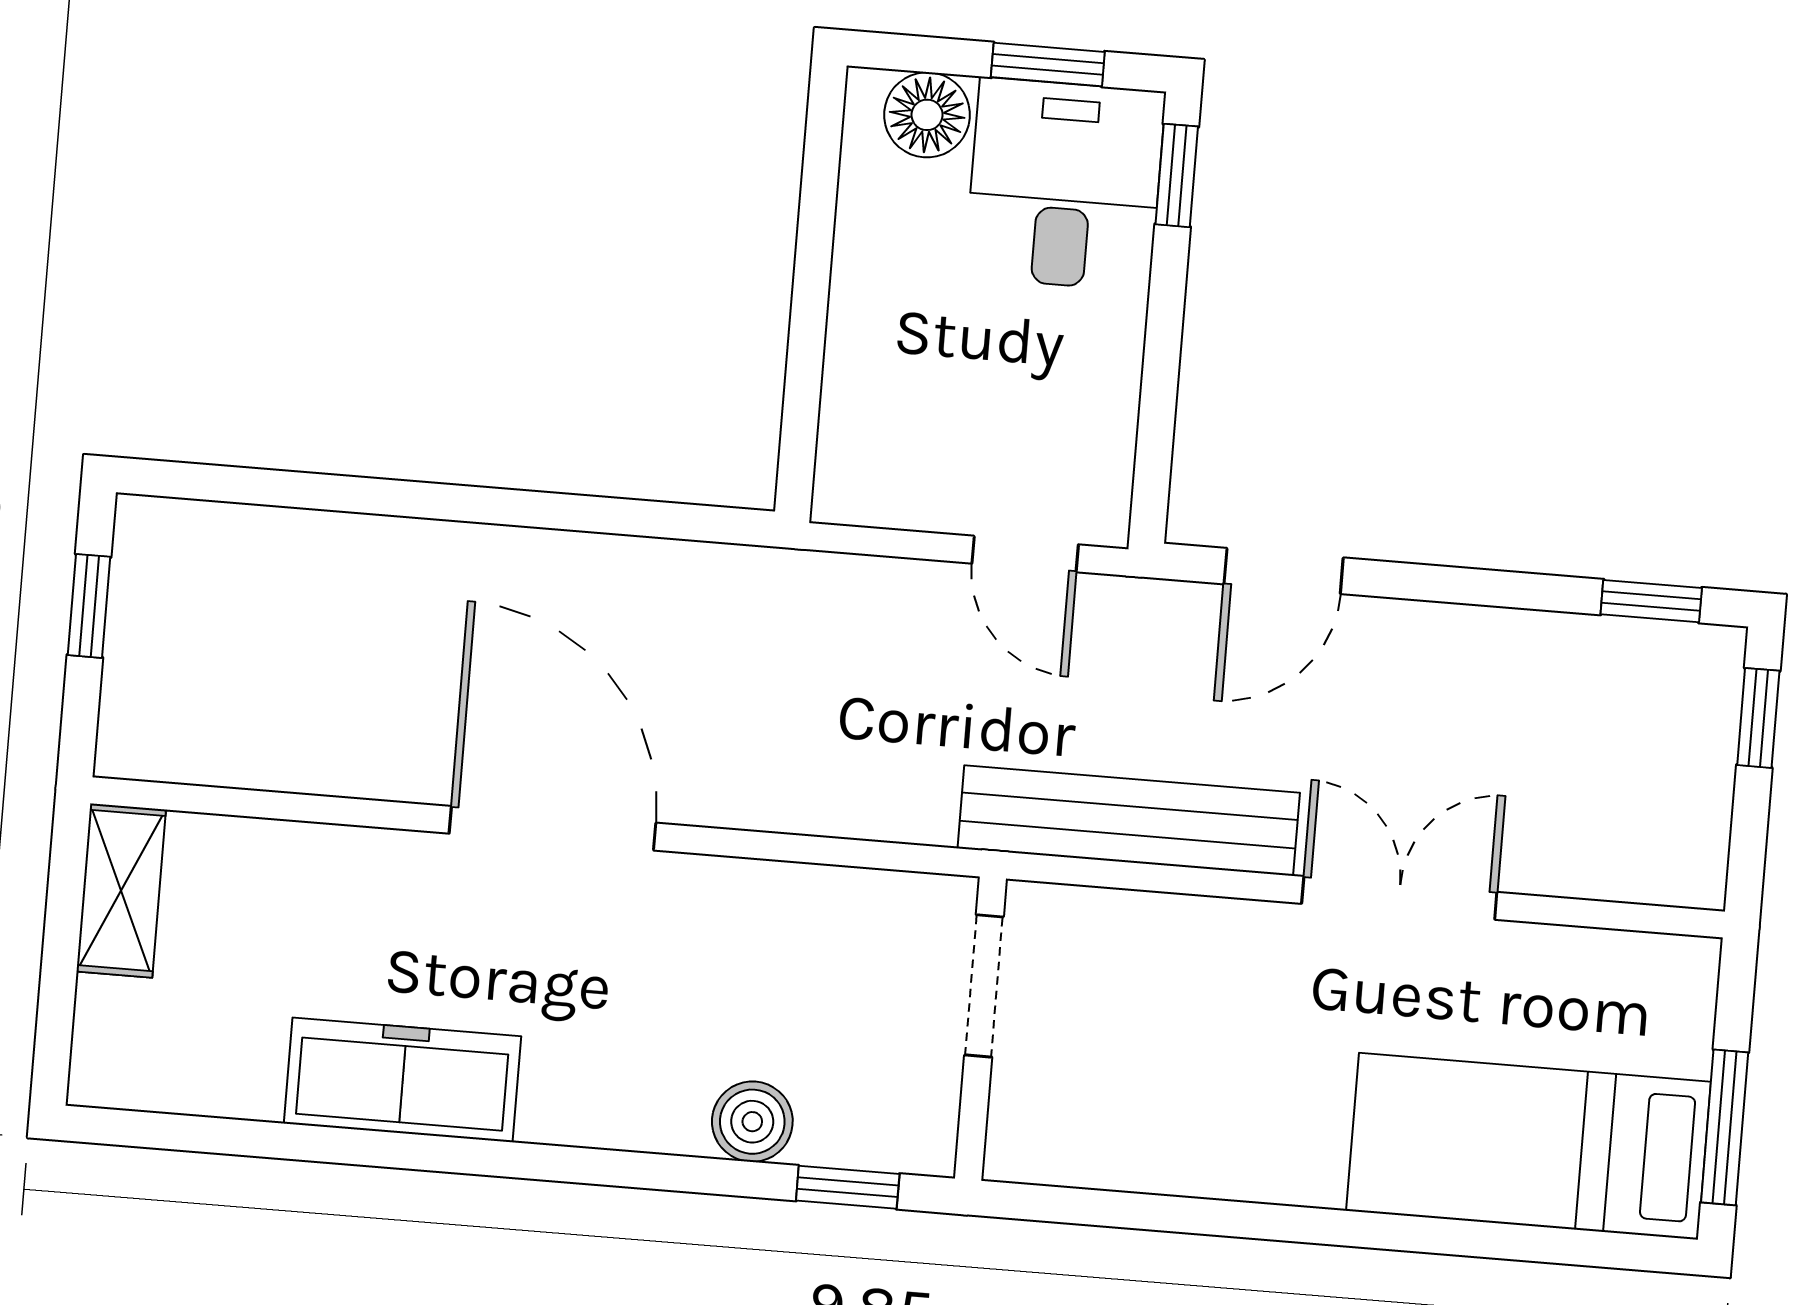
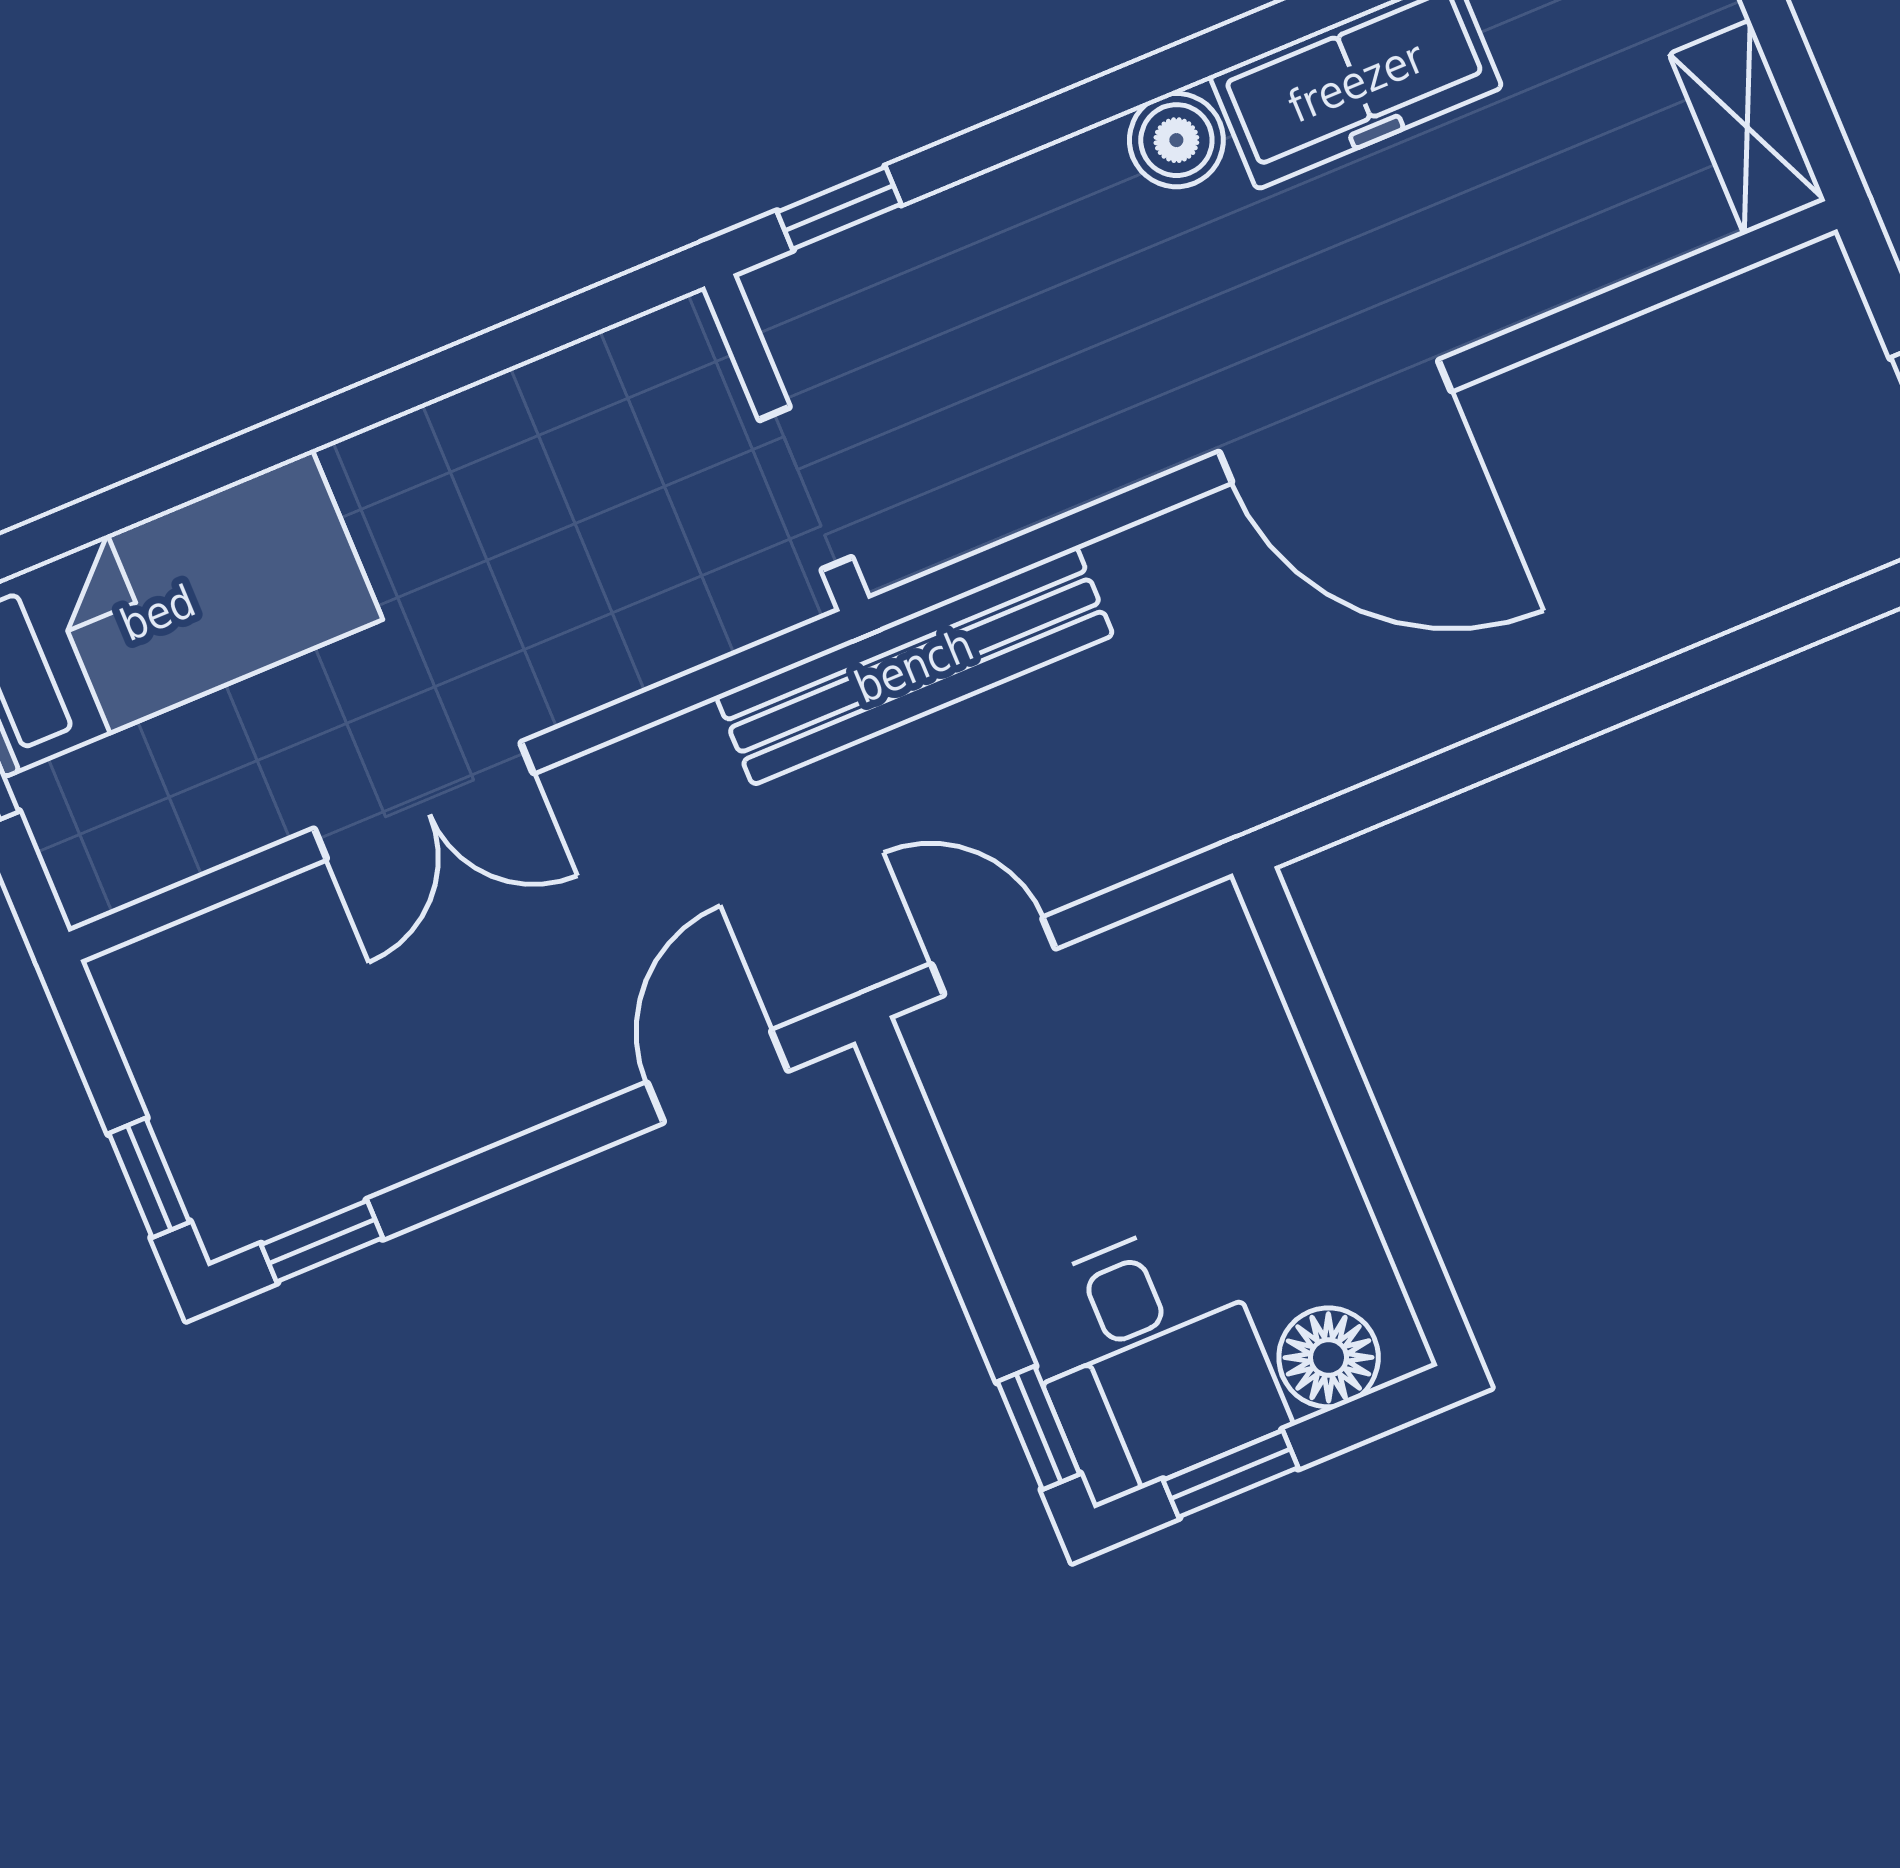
bench: (1129, 821) -> (914, 666), moved
boiler: (752, 1122) -> (1176, 140), moved

